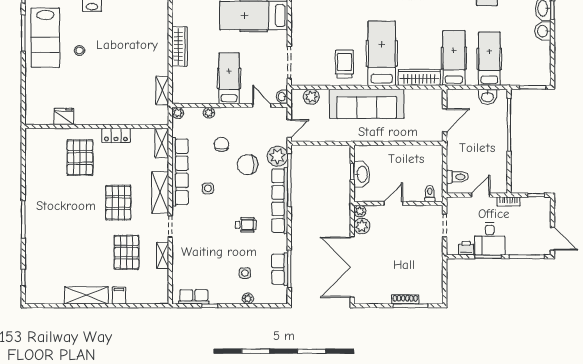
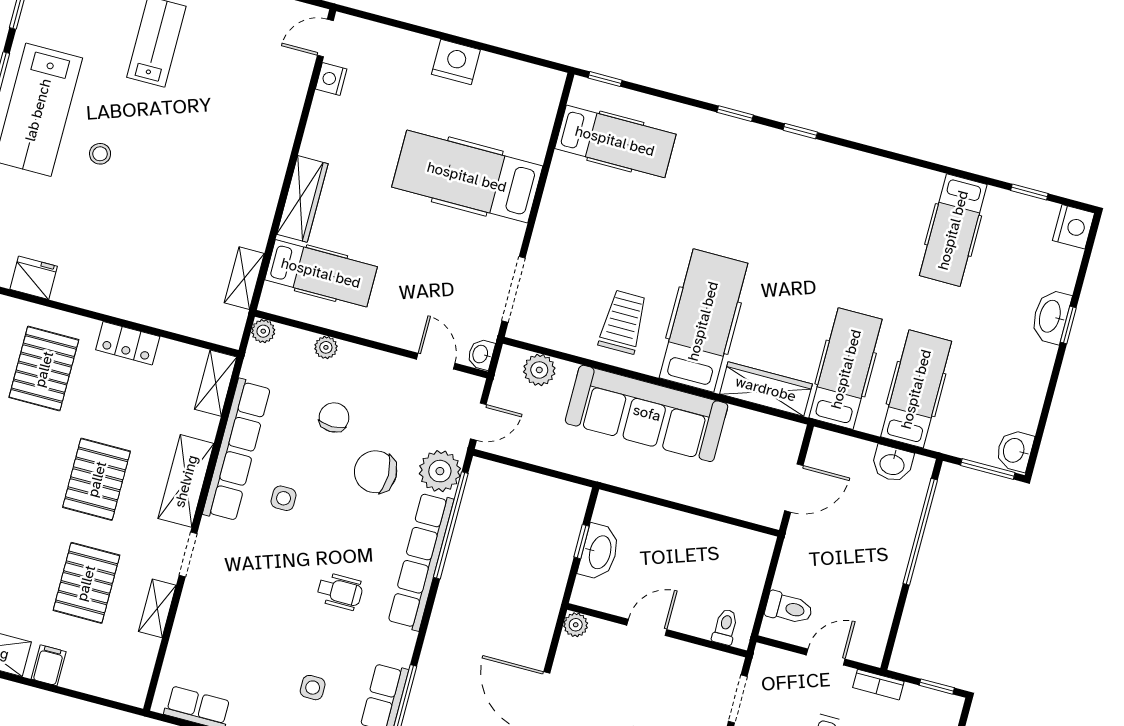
washbasin: (543, 31) -> (1015, 451), moved
hospital bed: (229, 78) -> (321, 273), moved, turned 90
plant: (362, 226) -> (572, 656), removed

